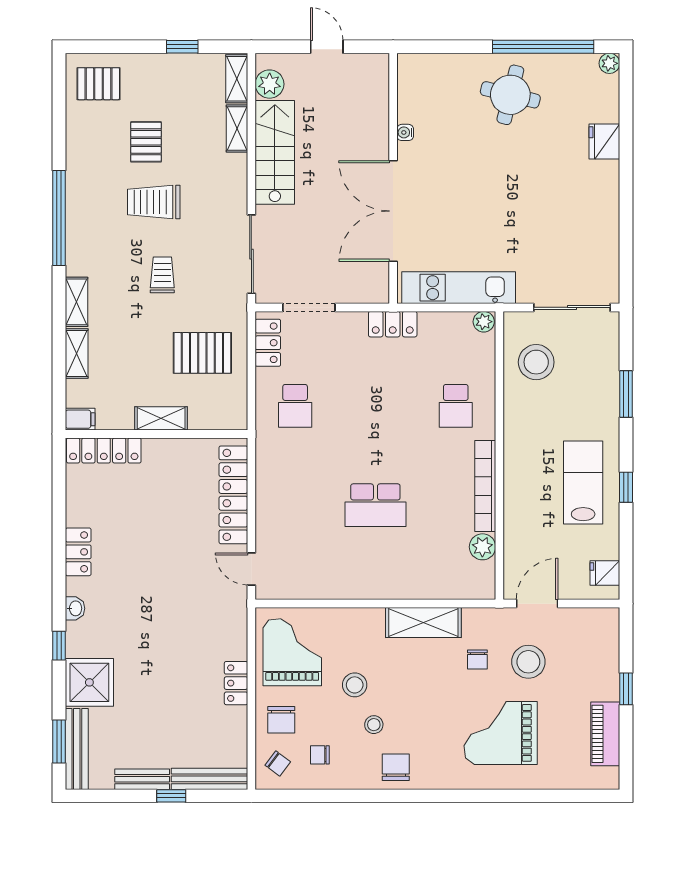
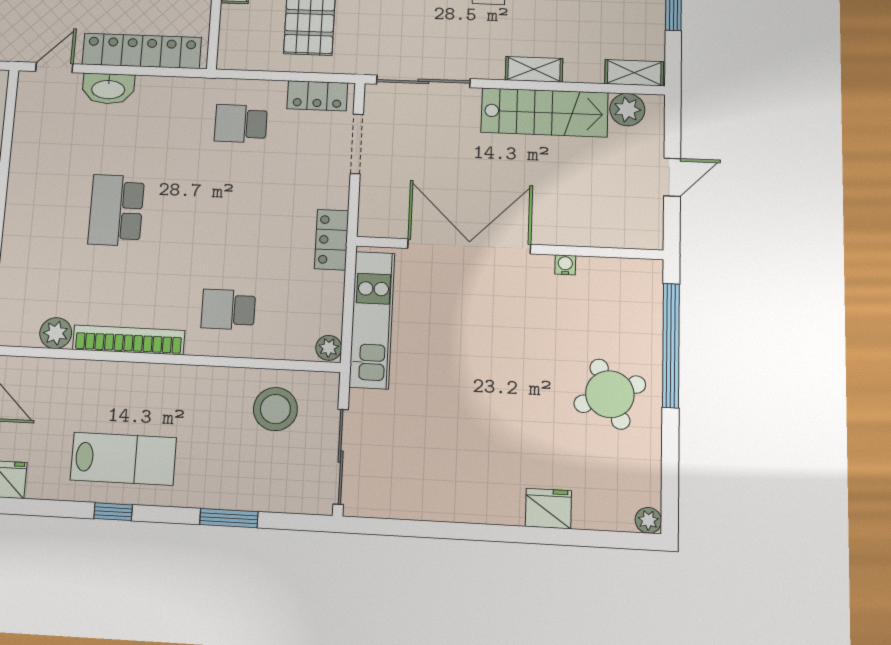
window: (543, 47) -> (671, 345), moved
round table: (510, 95) -> (610, 394), turned -37
shelving: (237, 128) -> (534, 69), moved
washbasin: (269, 521) -> (108, 89), added

